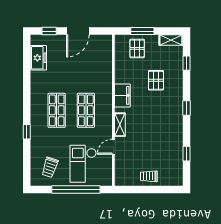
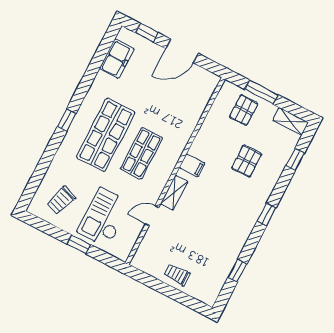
filing cabinet: (122, 95) -> (192, 166), width x0.50
shop shelf: (57, 110) -> (106, 135), width x1.43, depth x1.36
window: (27, 132) -> (67, 120), moved
window: (76, 190) -> (79, 244), width x0.32

